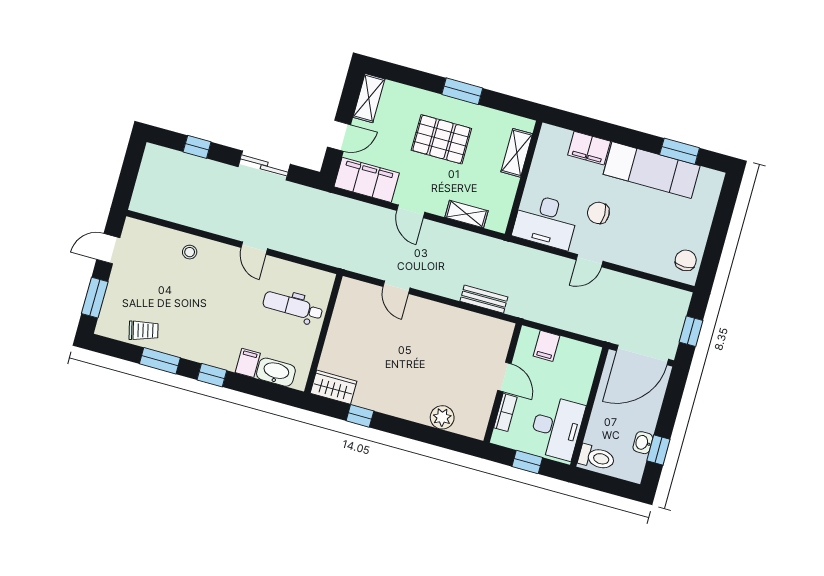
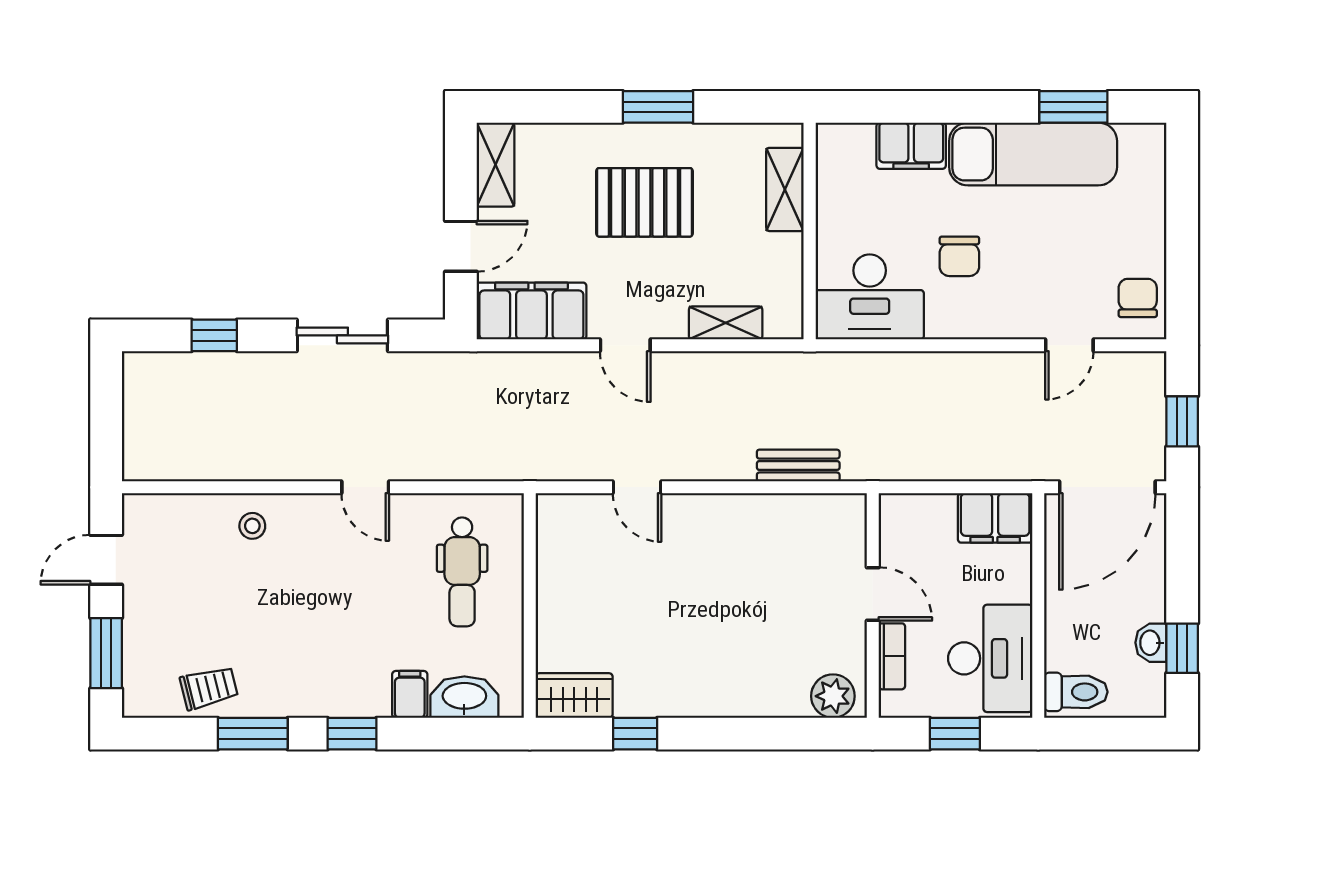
chair: (598, 213) -> (959, 256), turned -90
door: (590, 261) -> (1069, 345), moved
dental chair: (293, 306) -> (462, 572), turned -90
filing cabinet: (547, 346) -> (995, 518), moved, width x2.00
plant: (442, 417) -> (833, 696), moved

